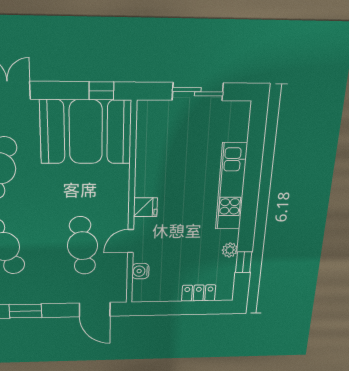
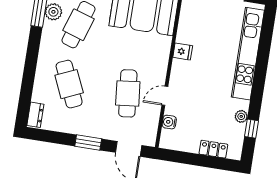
kitchen unit: (231, 187) -> (248, 54), width x1.36
fridge: (145, 207) -> (183, 52), moved
window: (25, 311) -> (88, 143), moved

